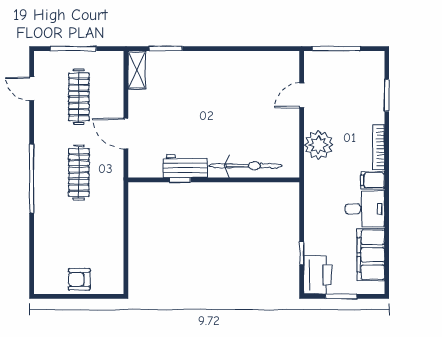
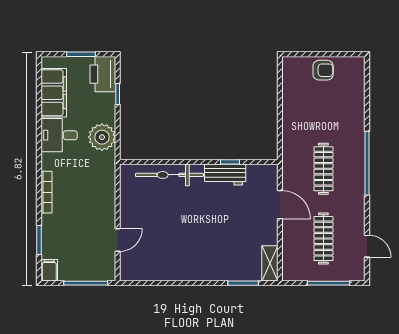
plant: (319, 145) -> (102, 137), moved
filing cabinet: (373, 180) -> (49, 270), moved, turned -90

